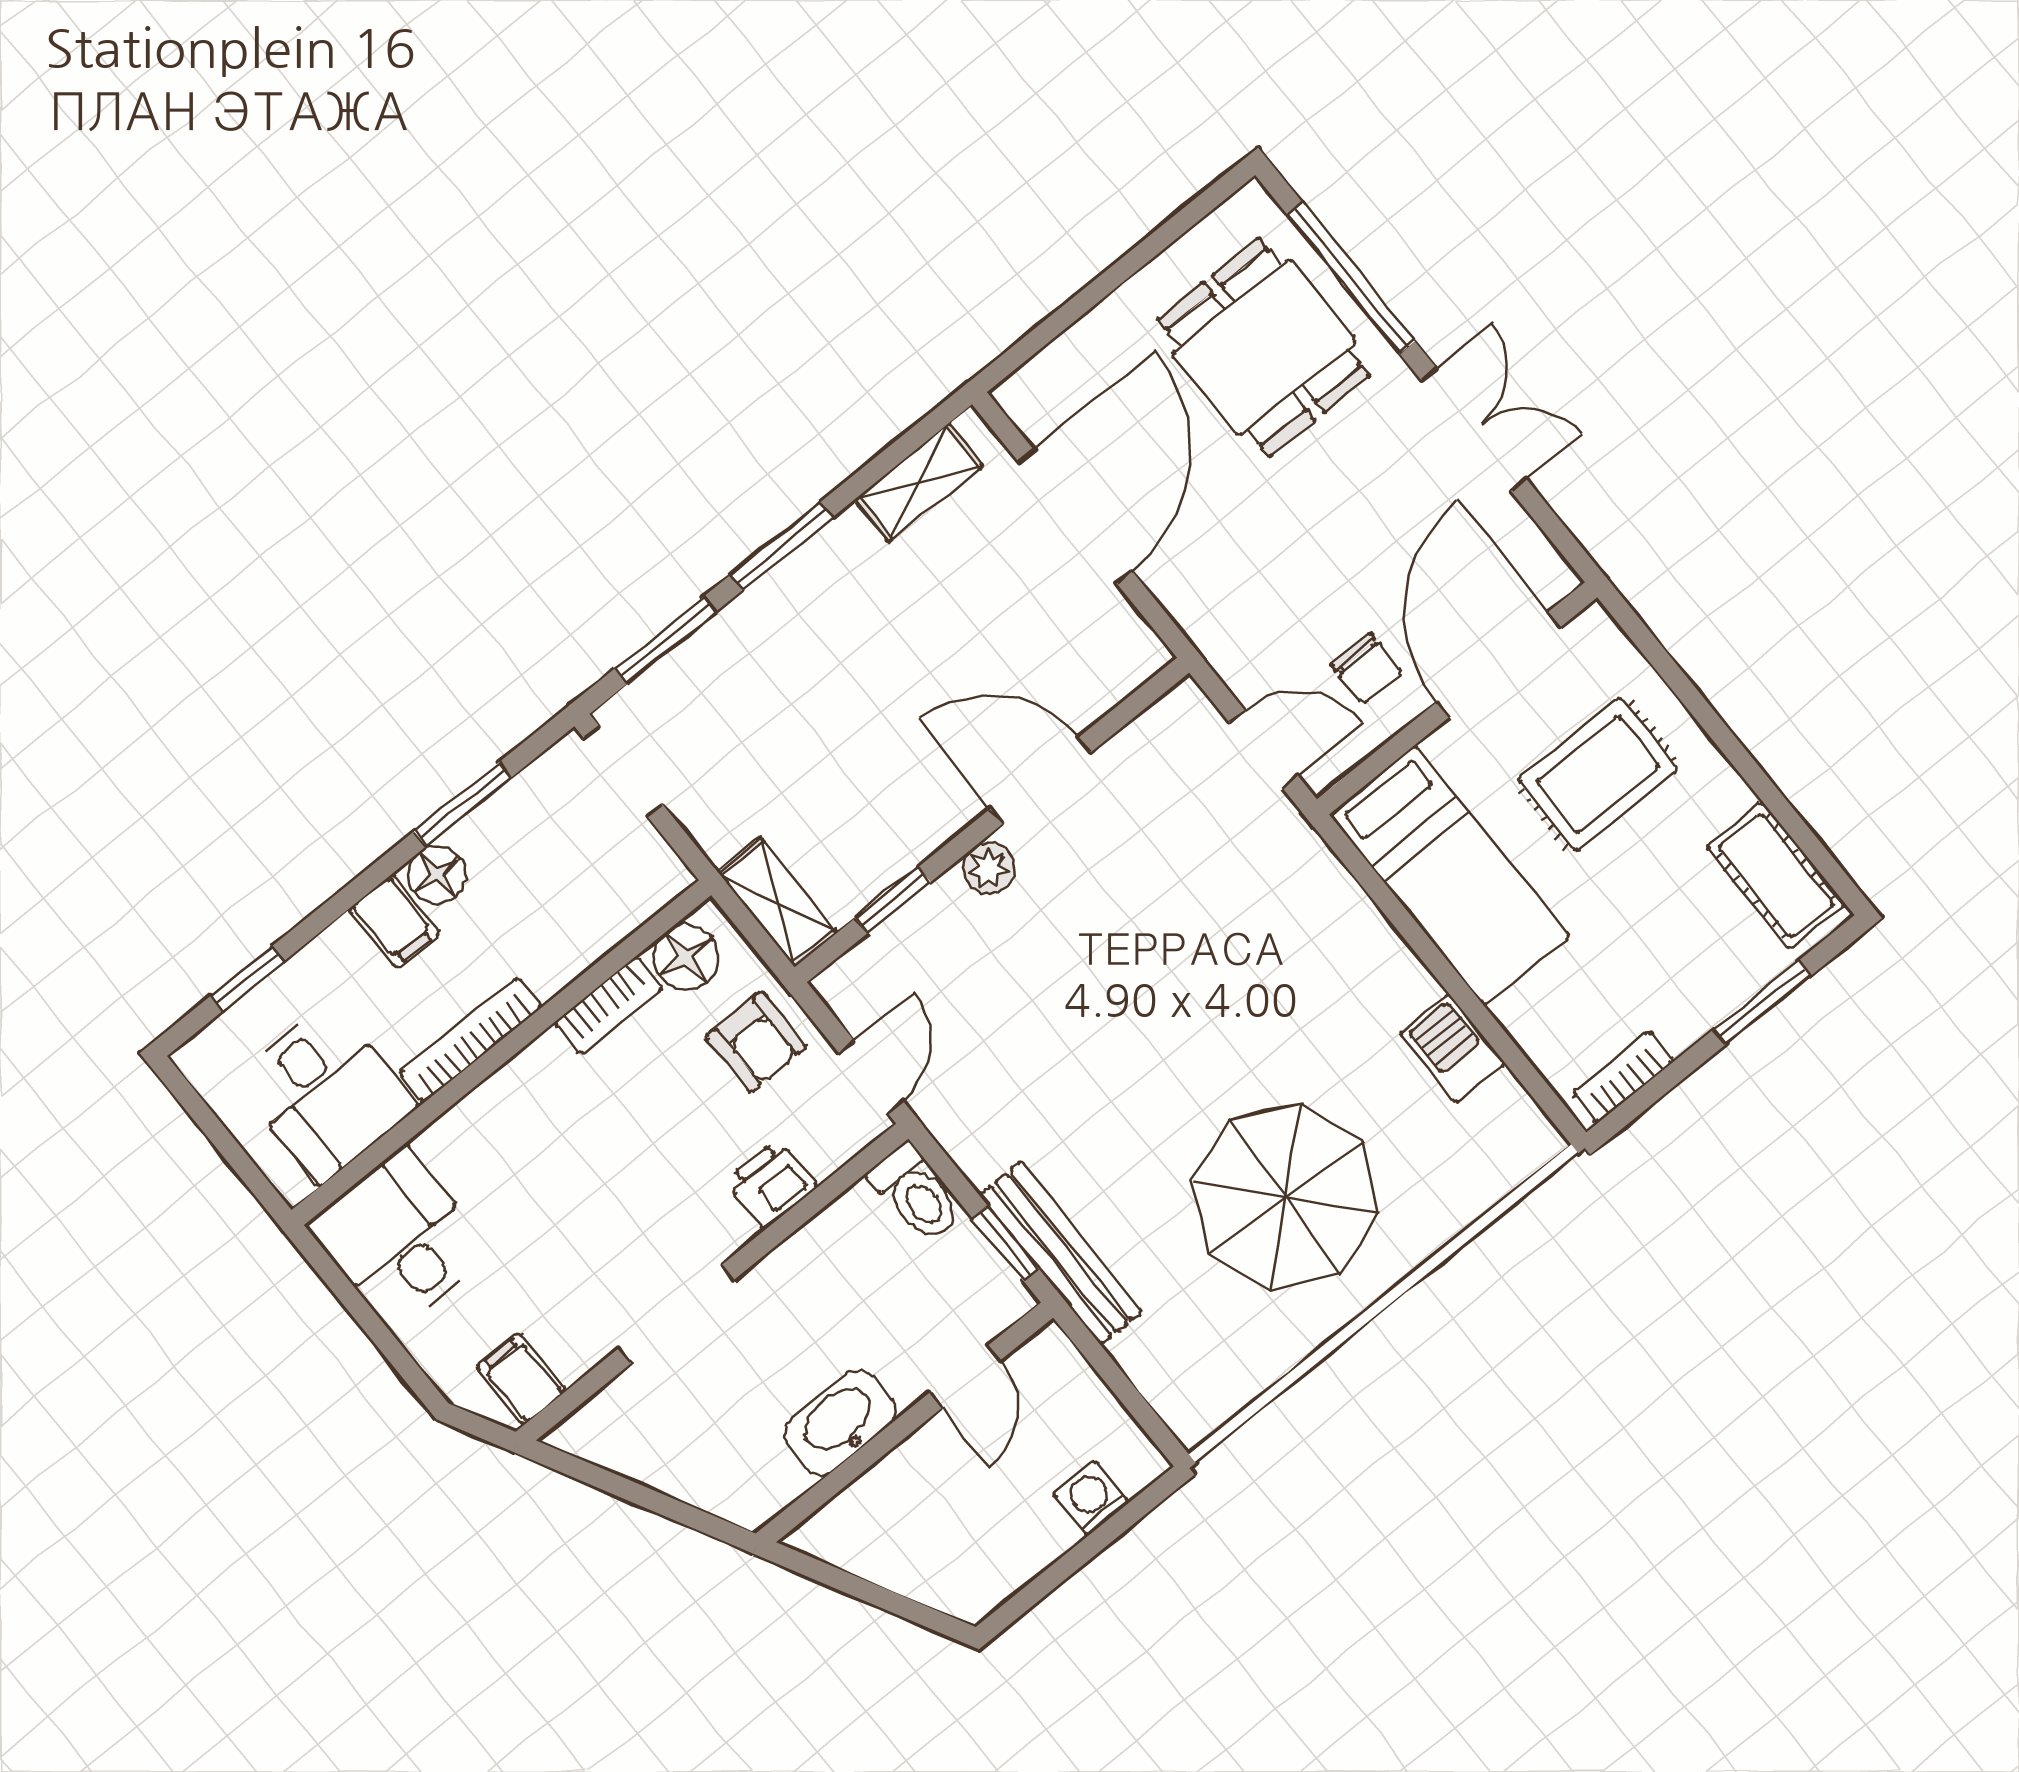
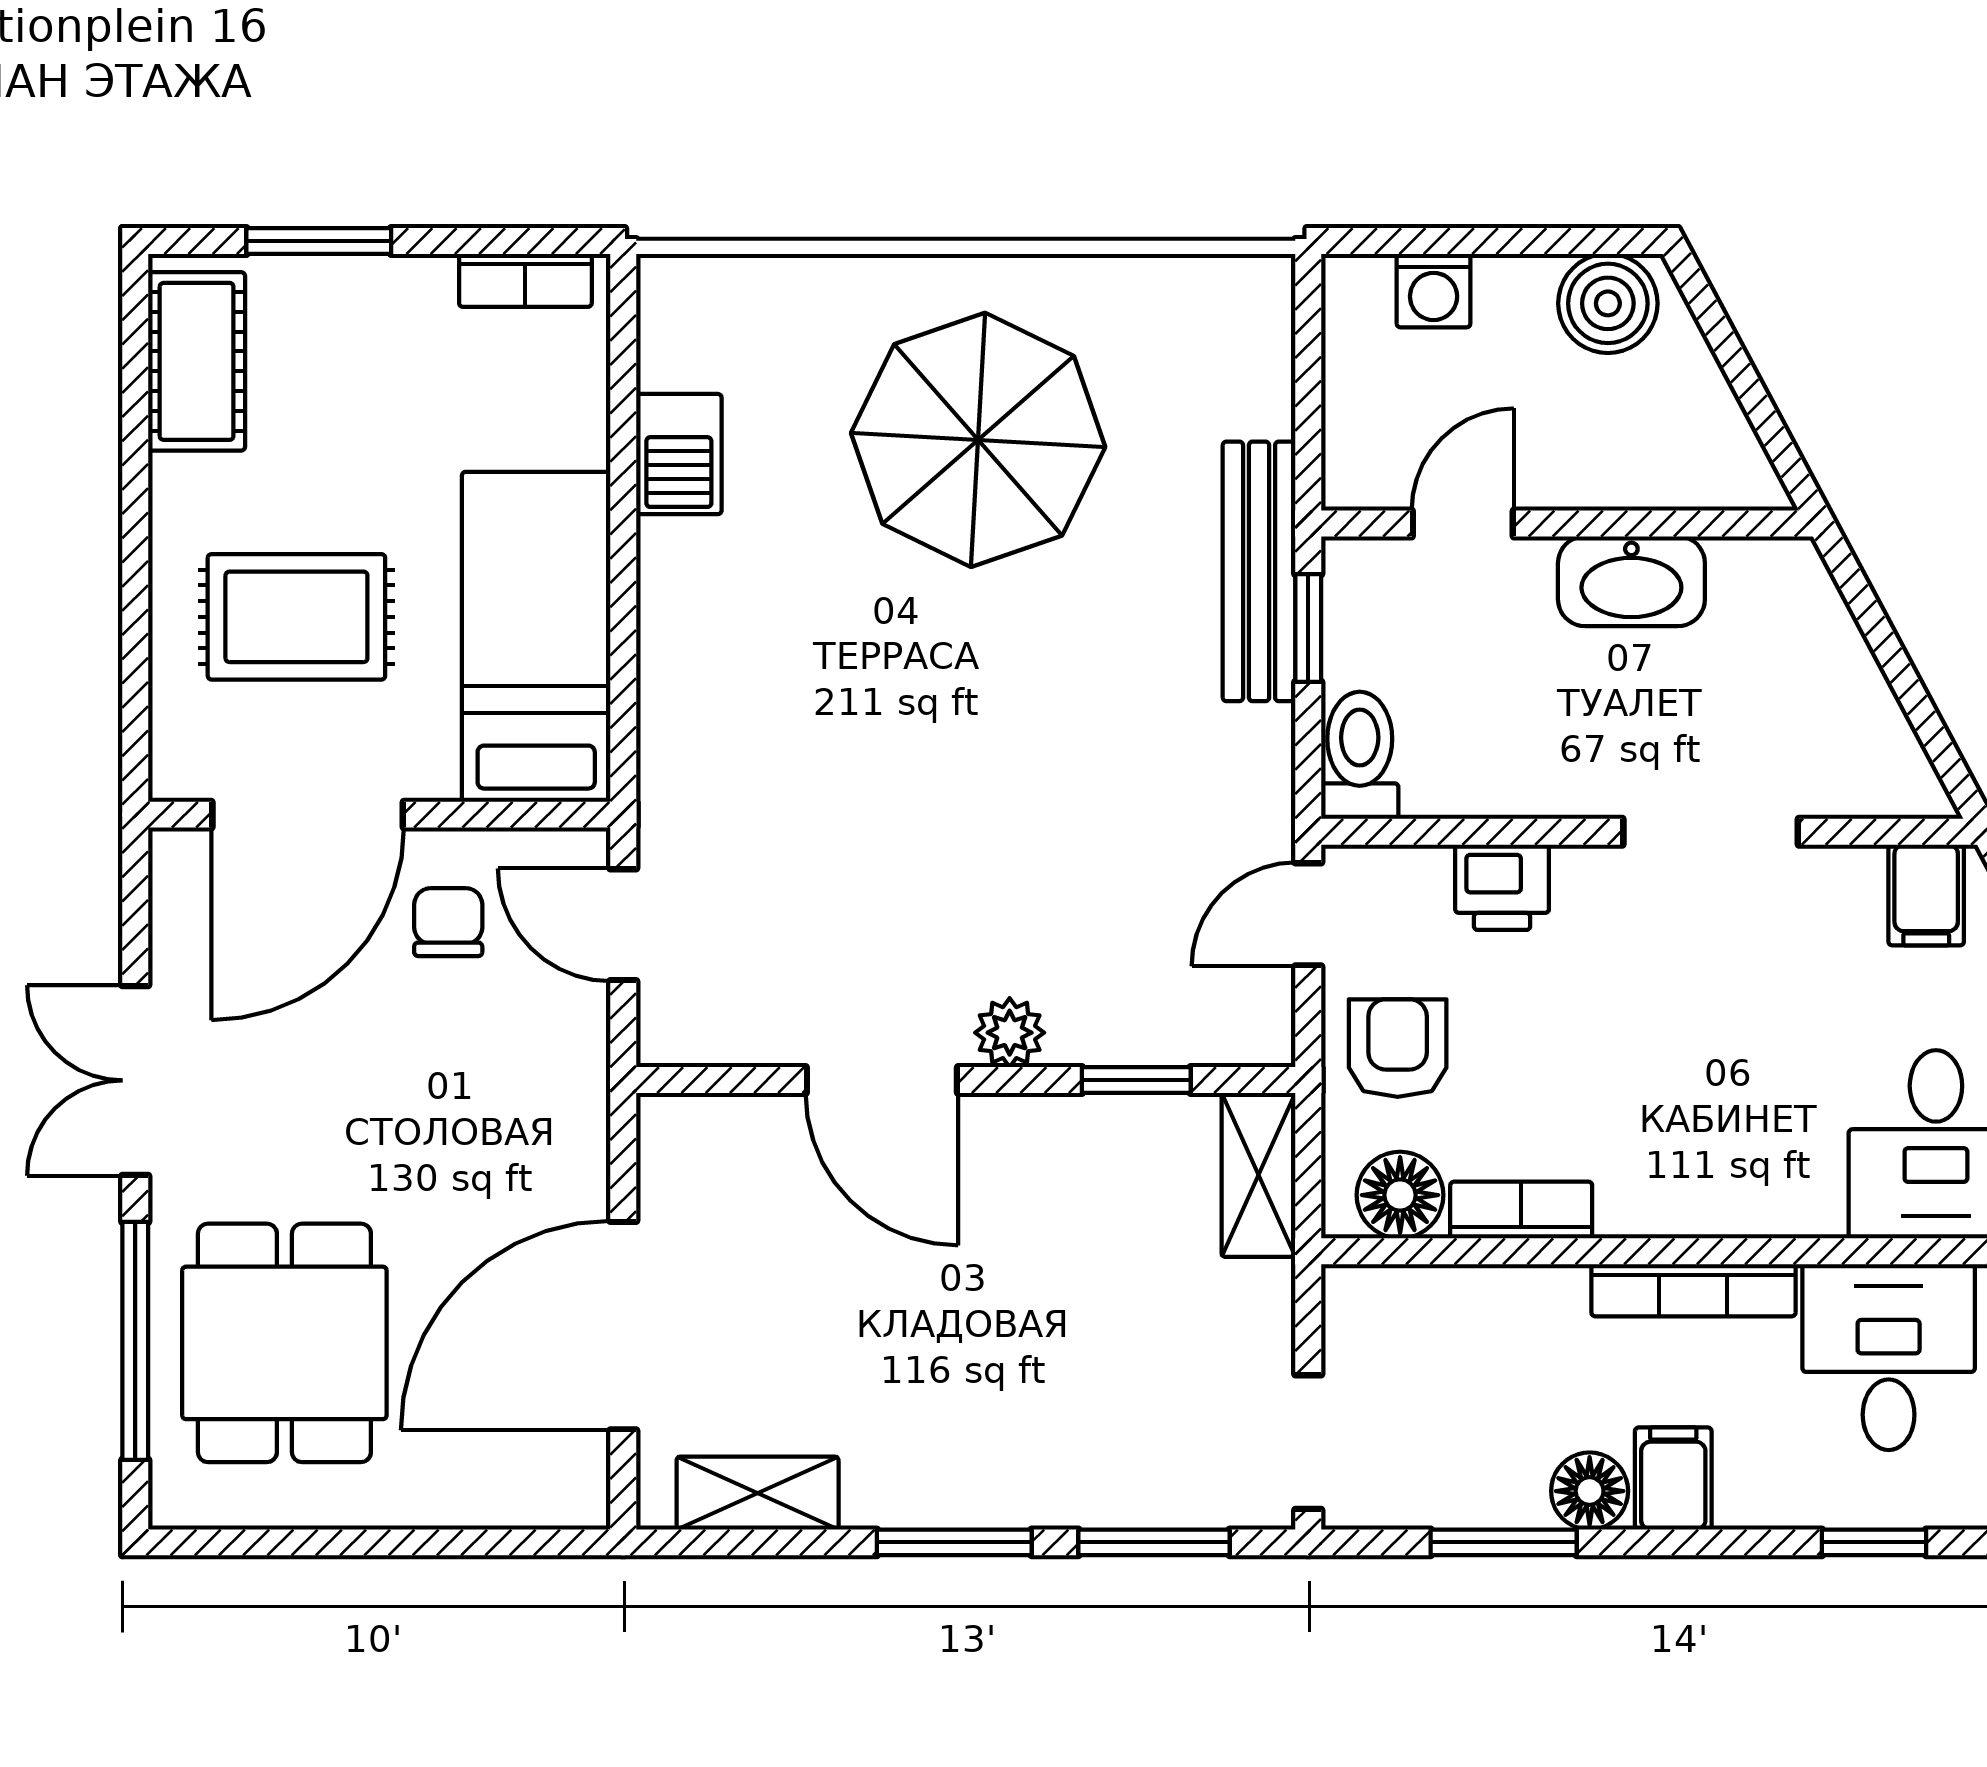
boiler: (984, 1572) -> (1608, 303), added

